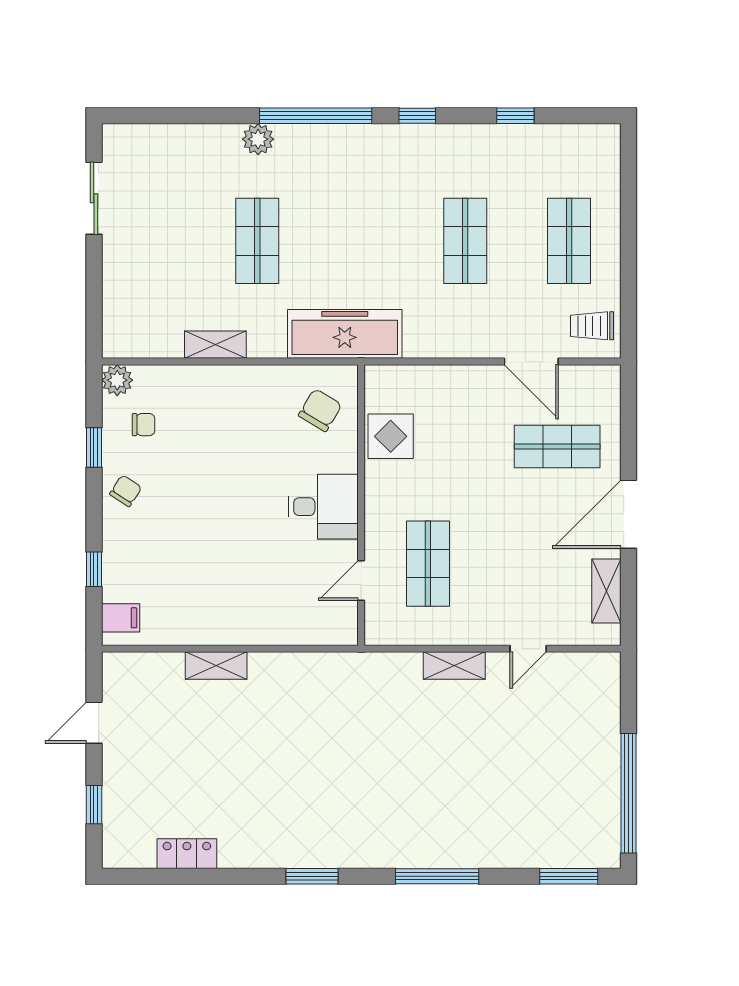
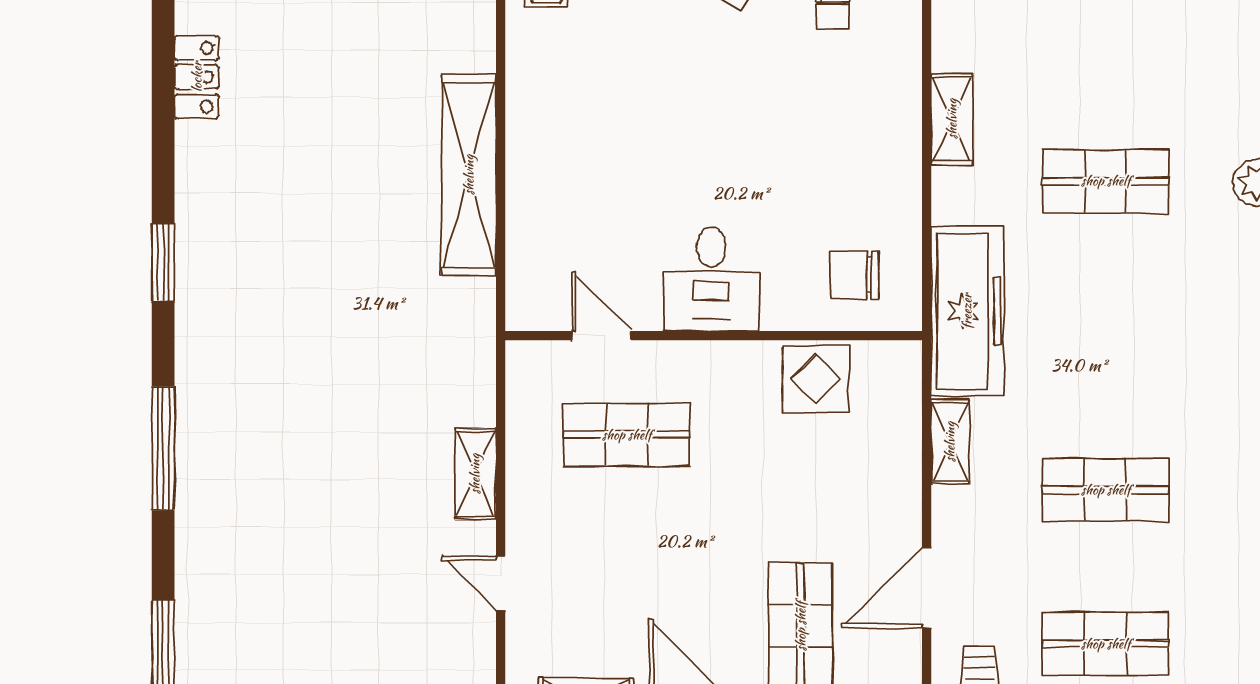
shelving: (433, 346) -> (950, 442), added
chair: (320, 410) -> (854, 275), turned 149
shelving: (216, 666) -> (469, 175), width x2.20, depth x1.33

